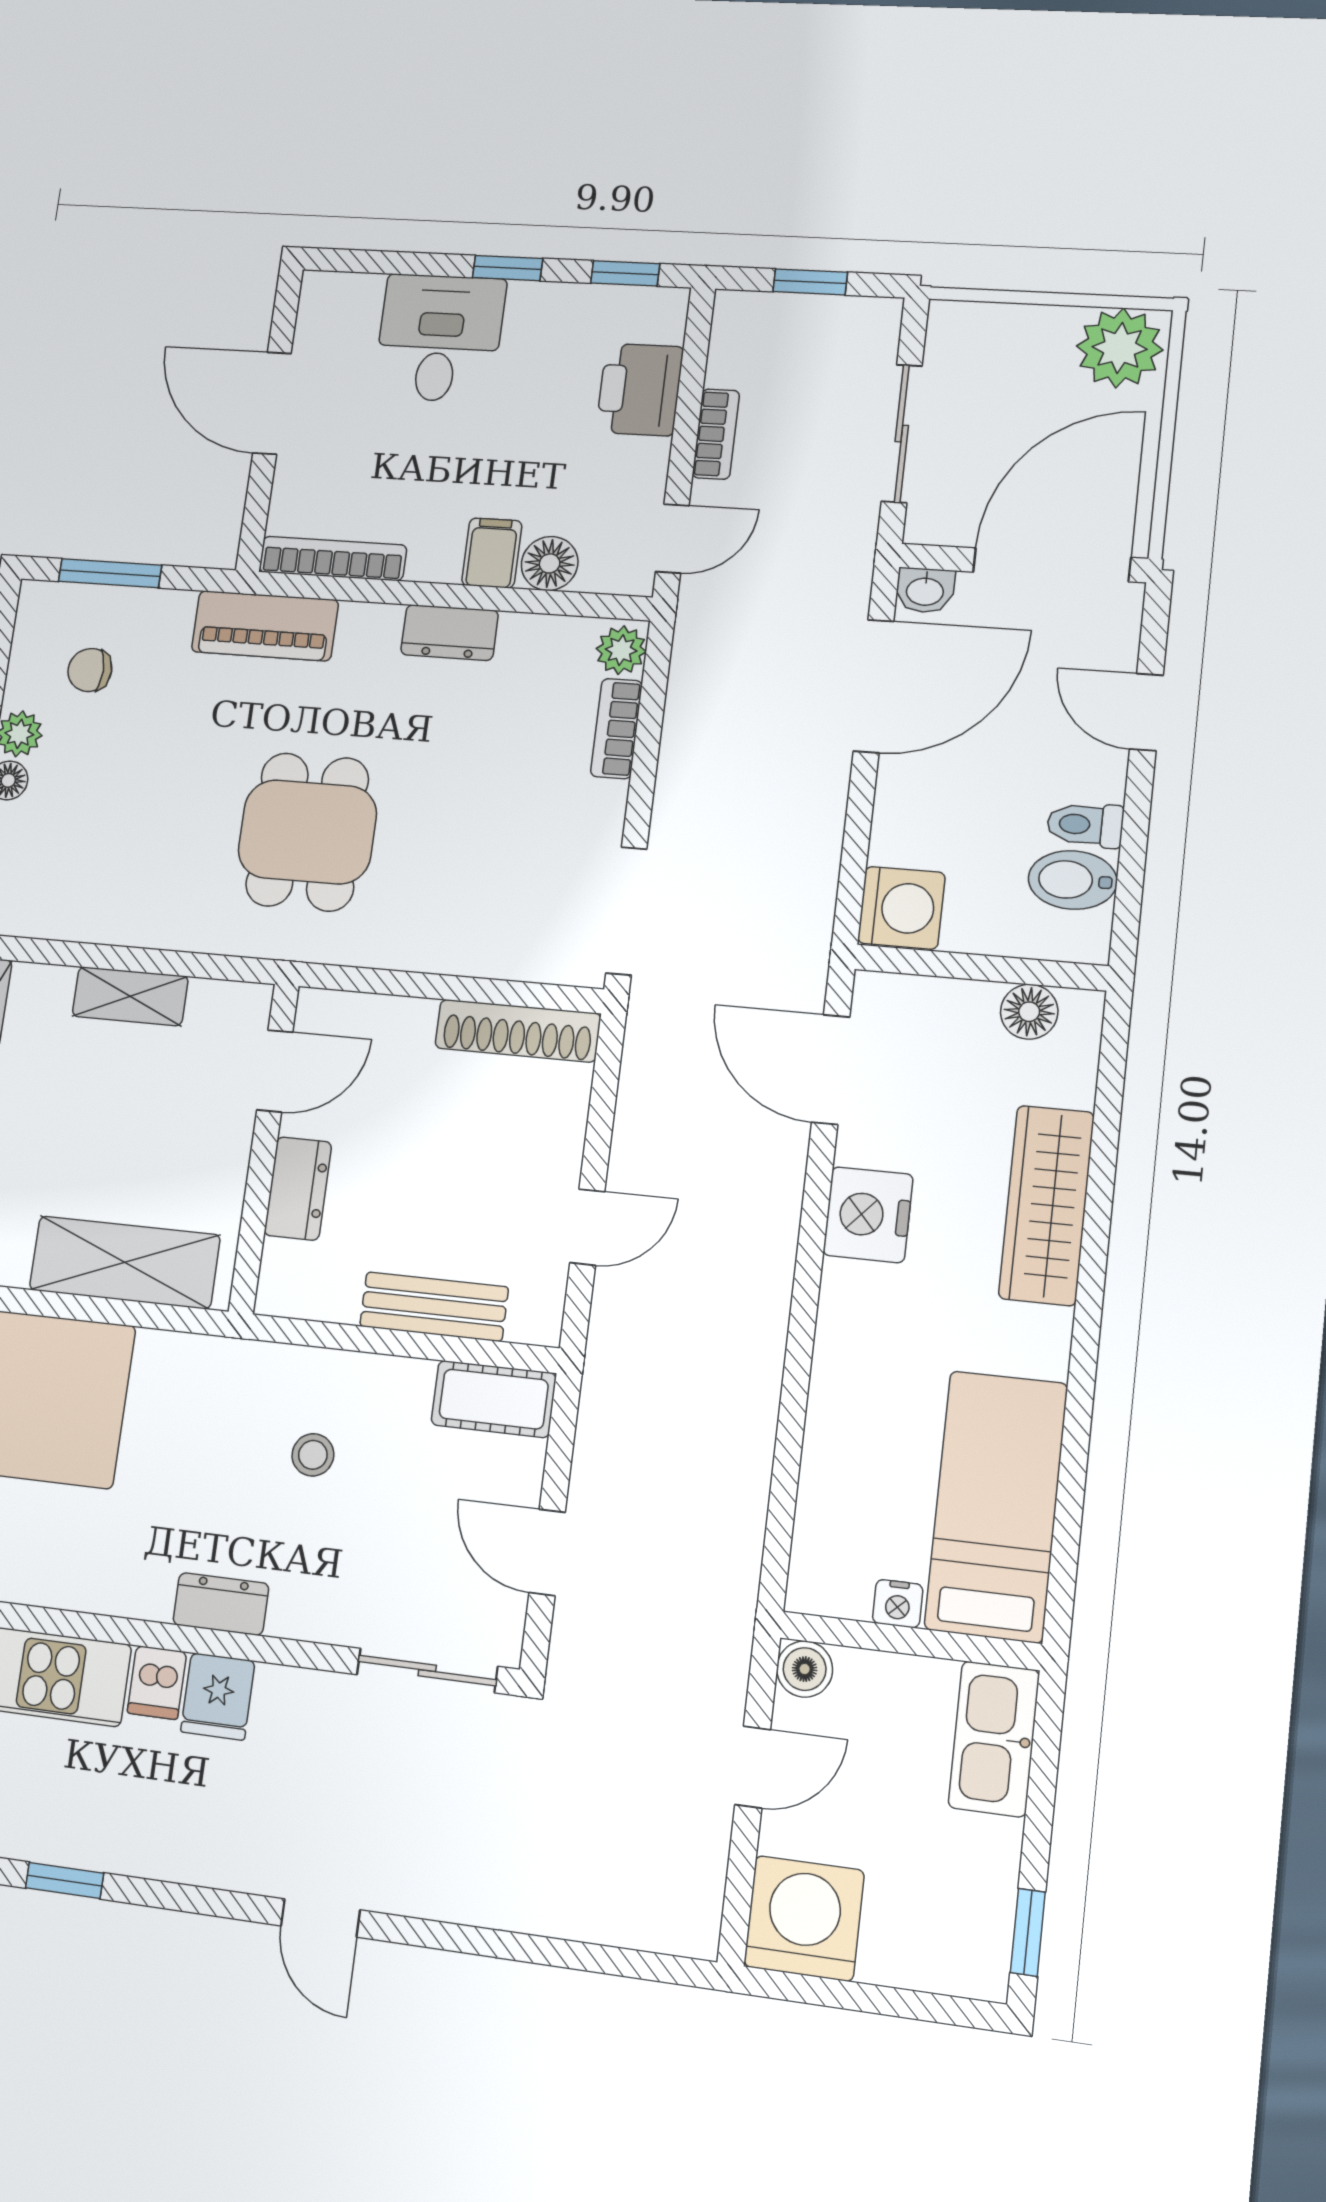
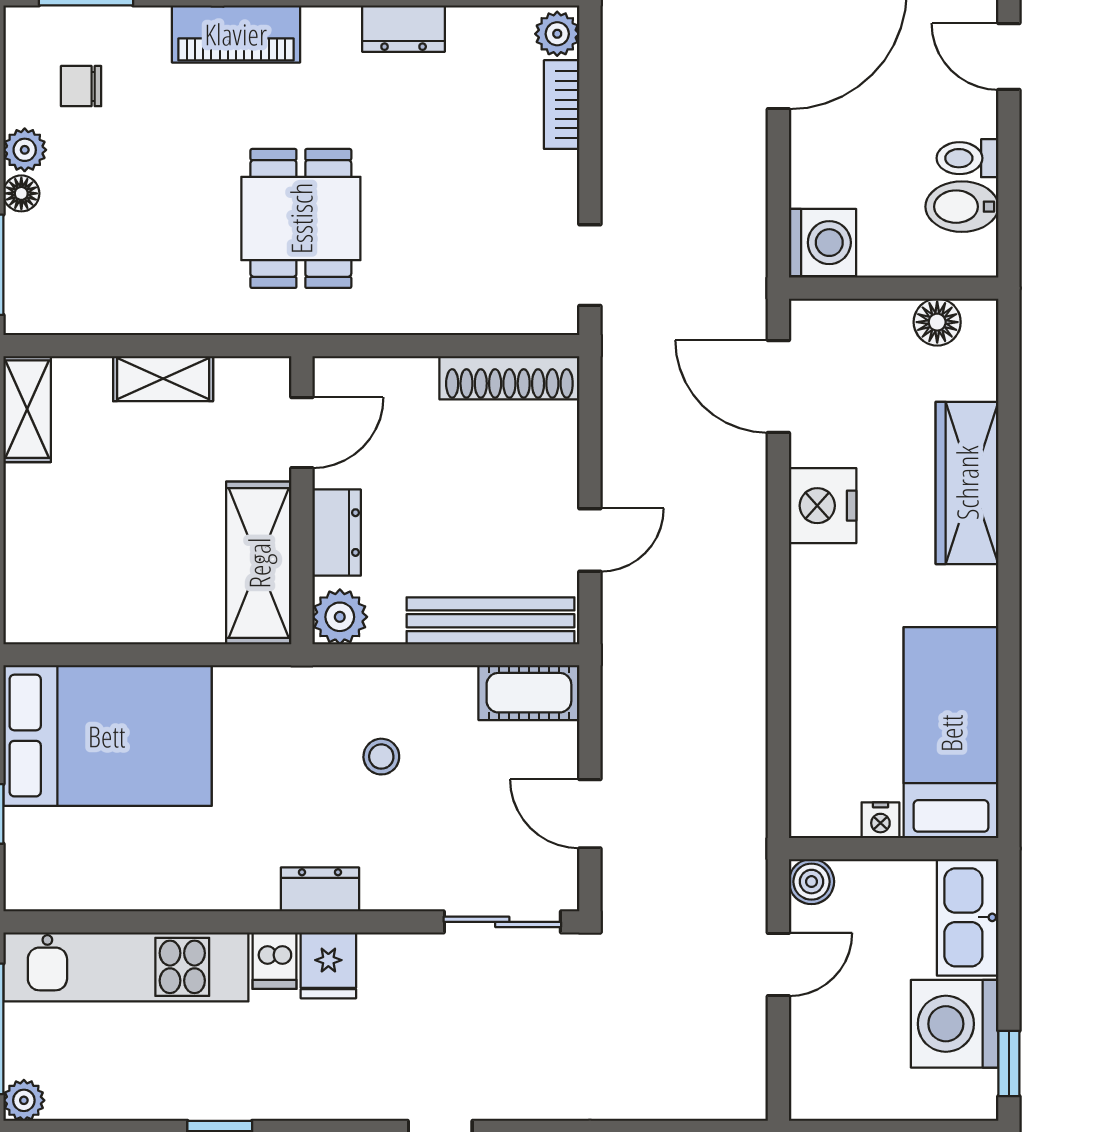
doorway: (626, 911) -> (590, 265), width x0.73
shelving: (125, 1262) -> (259, 563), moved, turned 90
plant: (288, 1286) -> (340, 617), added
bench: (434, 1307) -> (490, 621), width x1.36
washing machine: (804, 1918) -> (955, 1024), moved, turned -90

